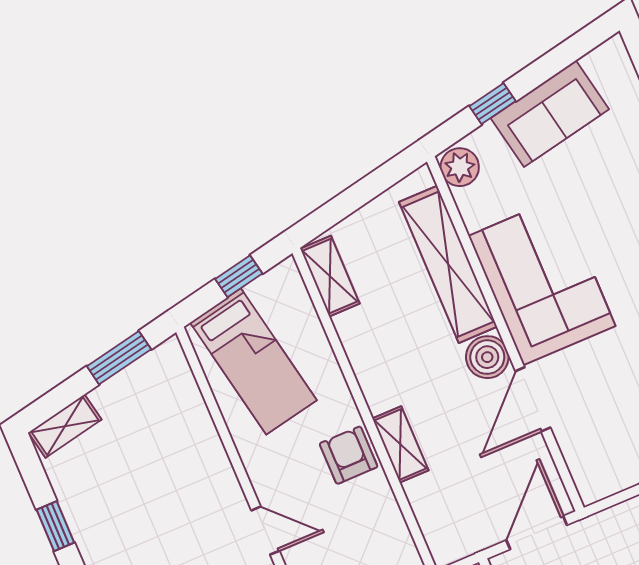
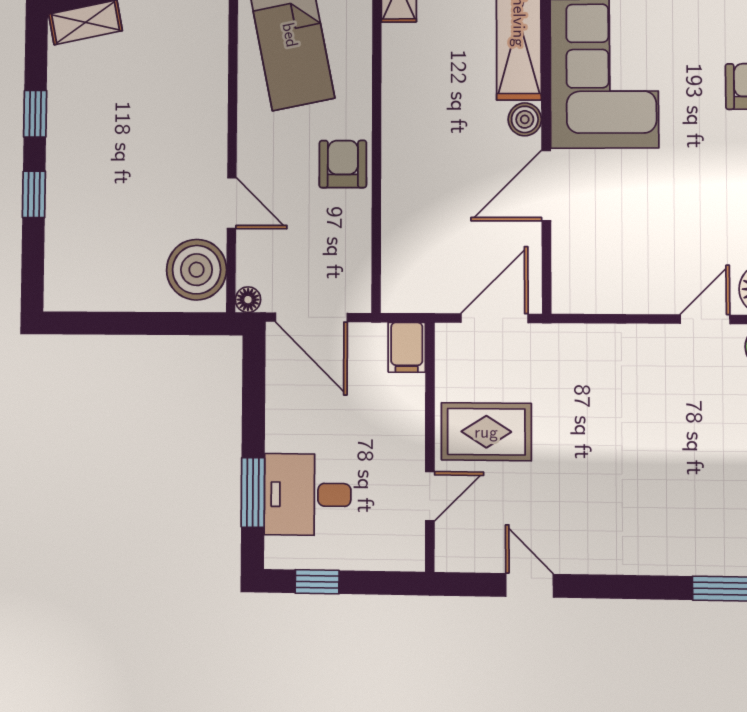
boiler: (487, 357) -> (525, 119), width x0.73, depth x0.73
shelving: (400, 444) -> (398, 175), removed

